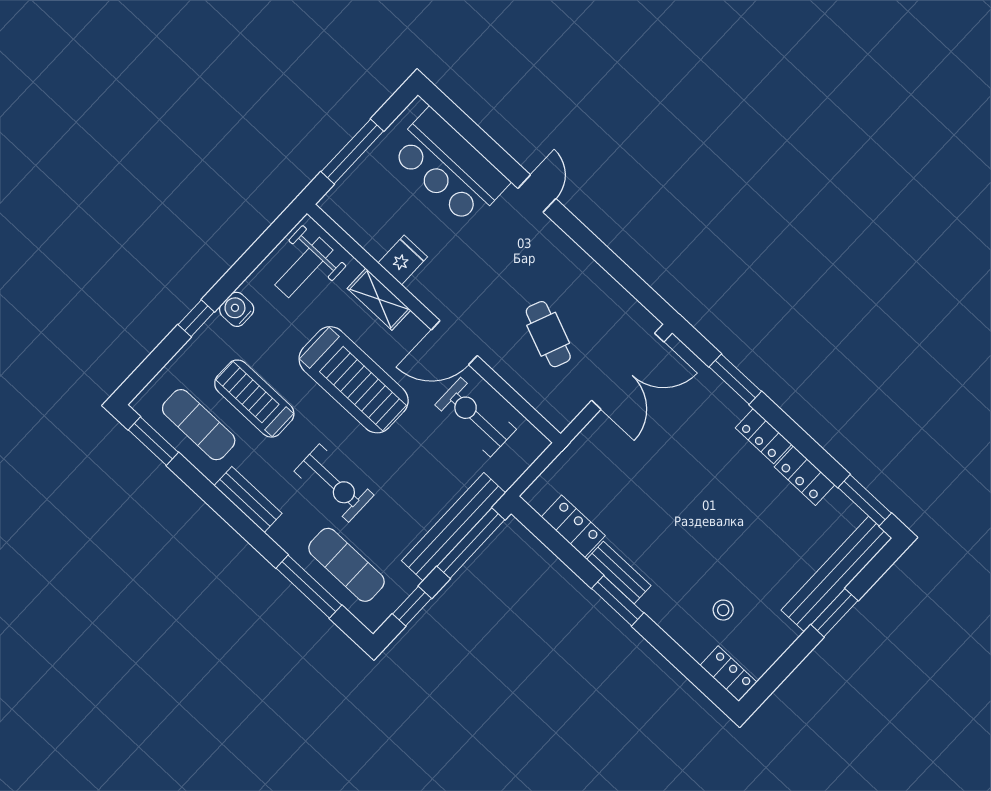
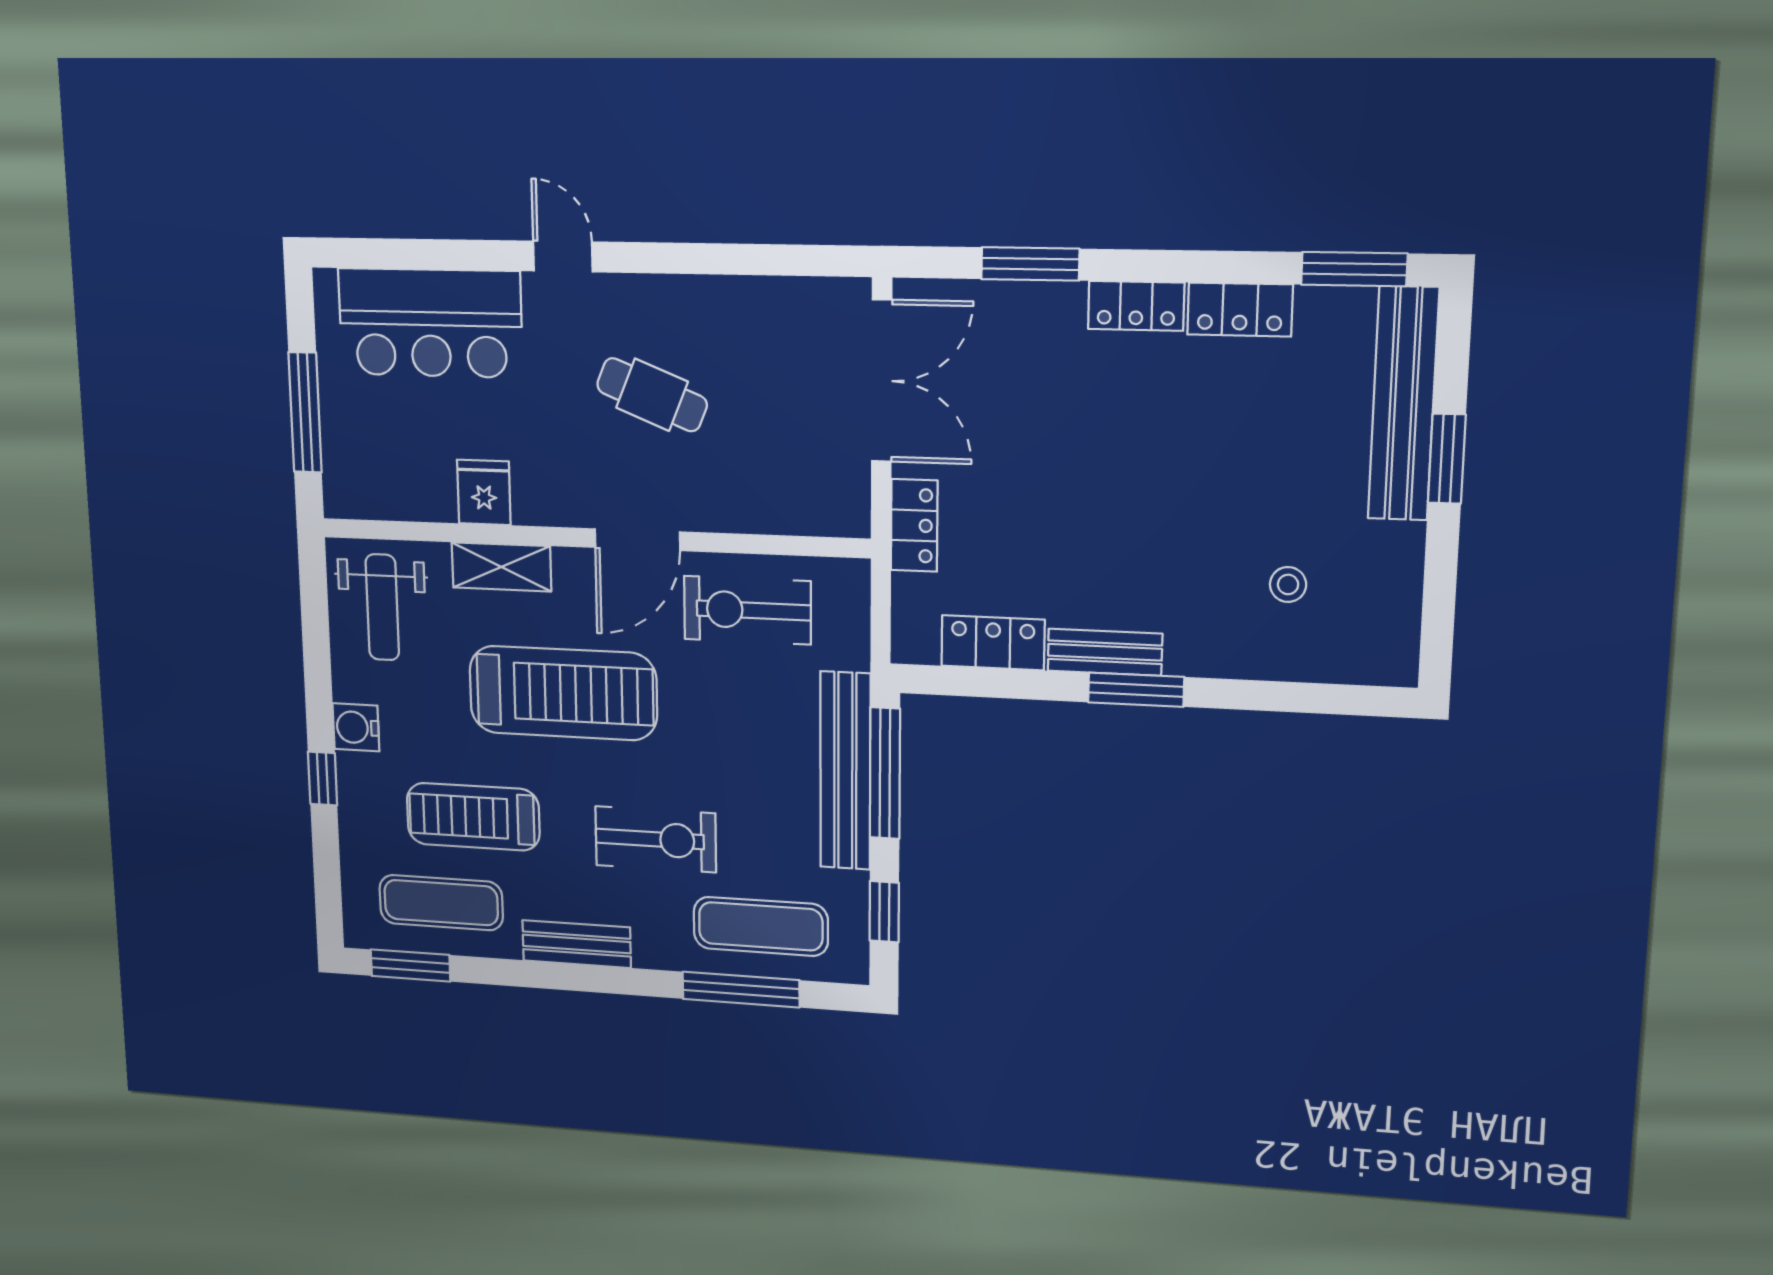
cafe table: (548, 334) -> (652, 395), moved
locker: (729, 674) -> (914, 525), moved, turned 90

